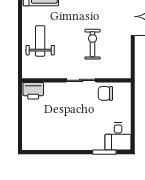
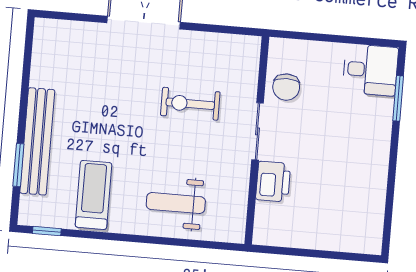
printer: (33, 91) -> (273, 182), moved

